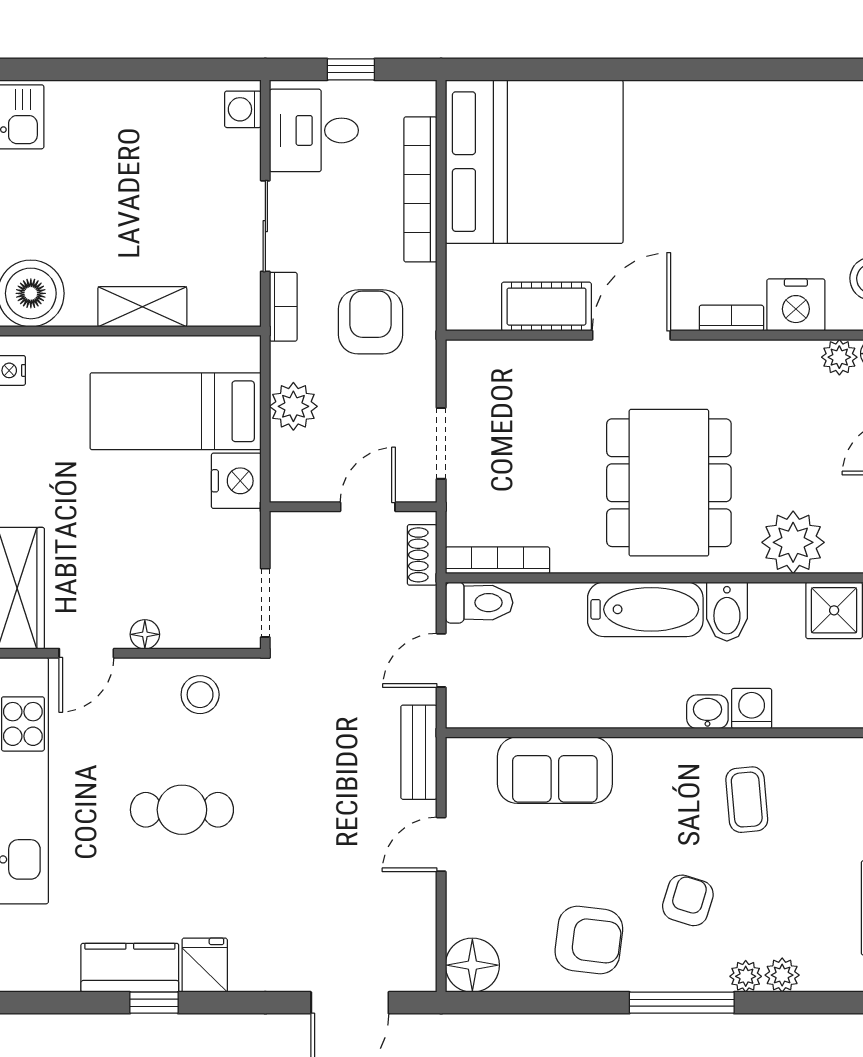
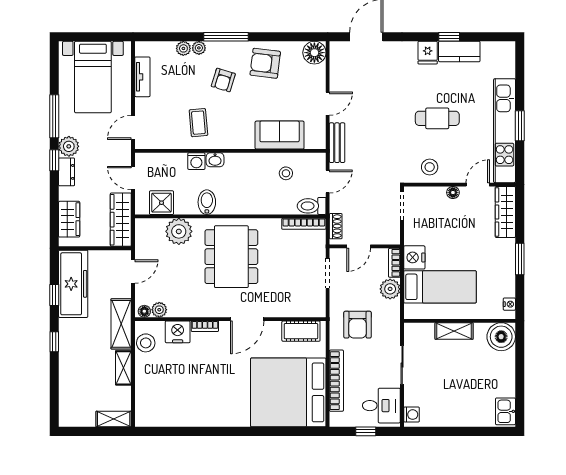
bookcase: (283, 307) -> (394, 263), moved
cot: (546, 307) -> (301, 331), moved
bathtub: (645, 609) -> (241, 203), removed
stool: (540, 680) -> (286, 173), added

